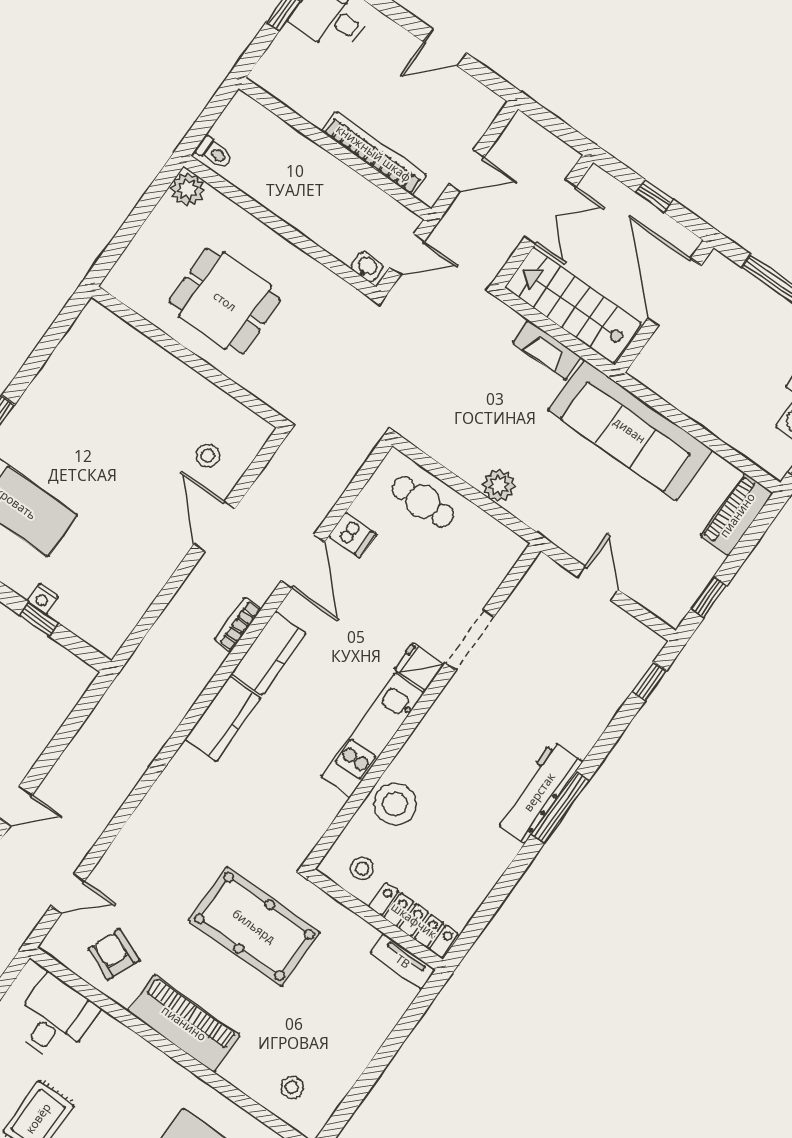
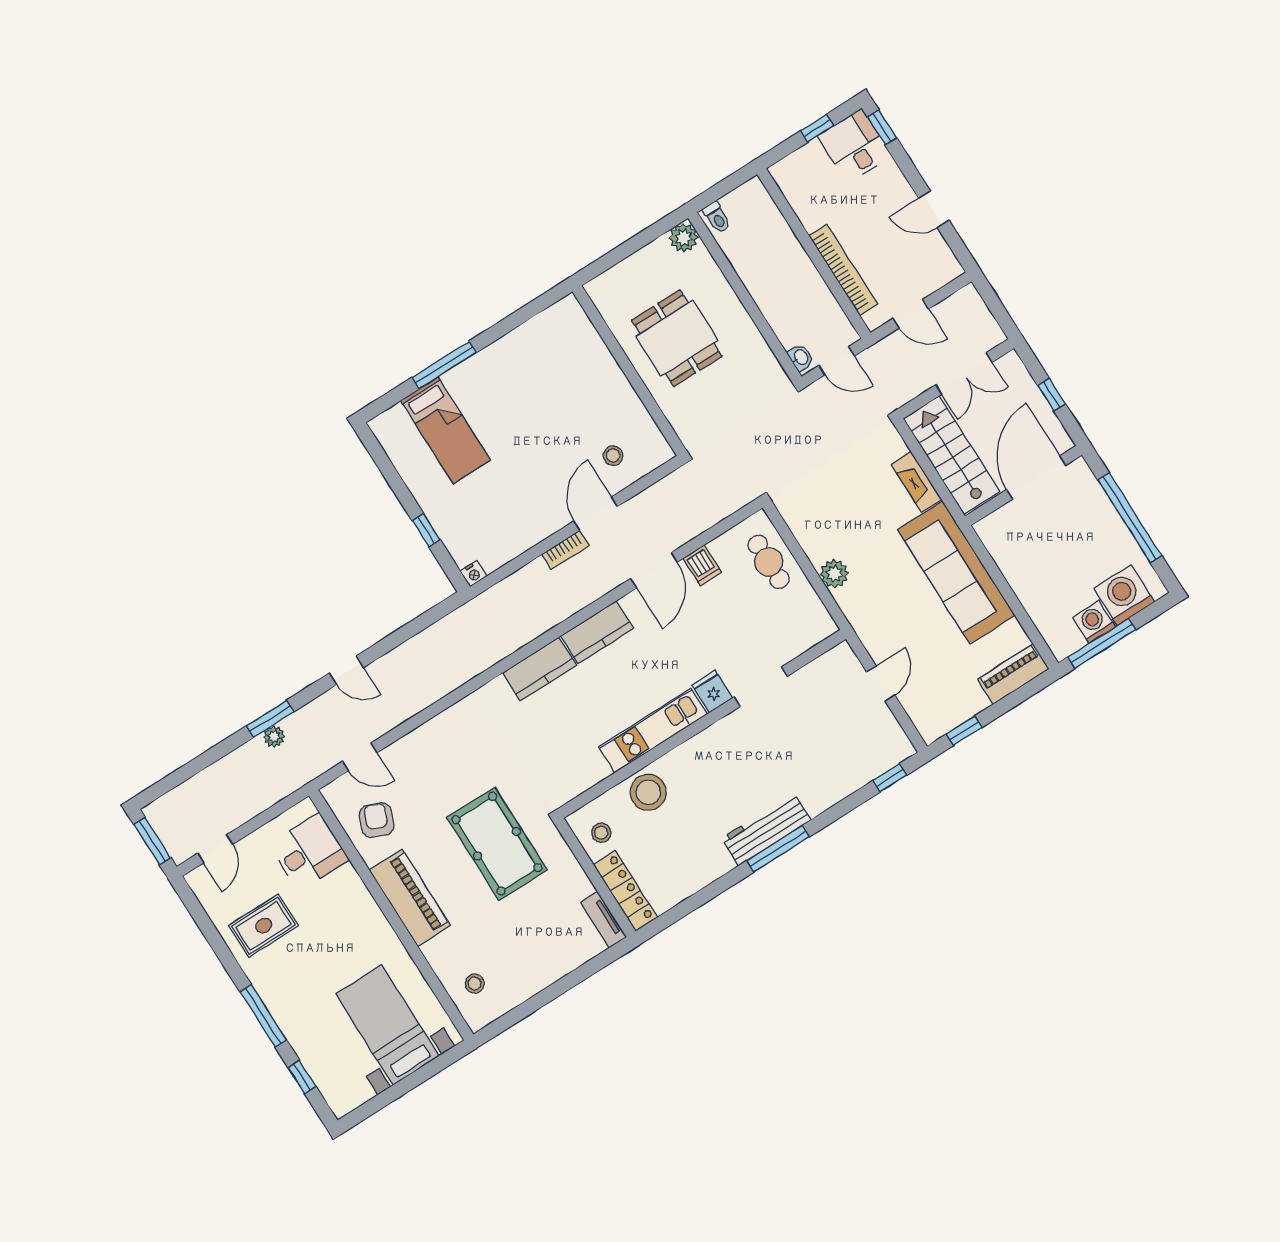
nightstand: (43, 599) -> (474, 574), moved, turned -90
bookcase: (238, 624) -> (565, 550), moved, turned 180

